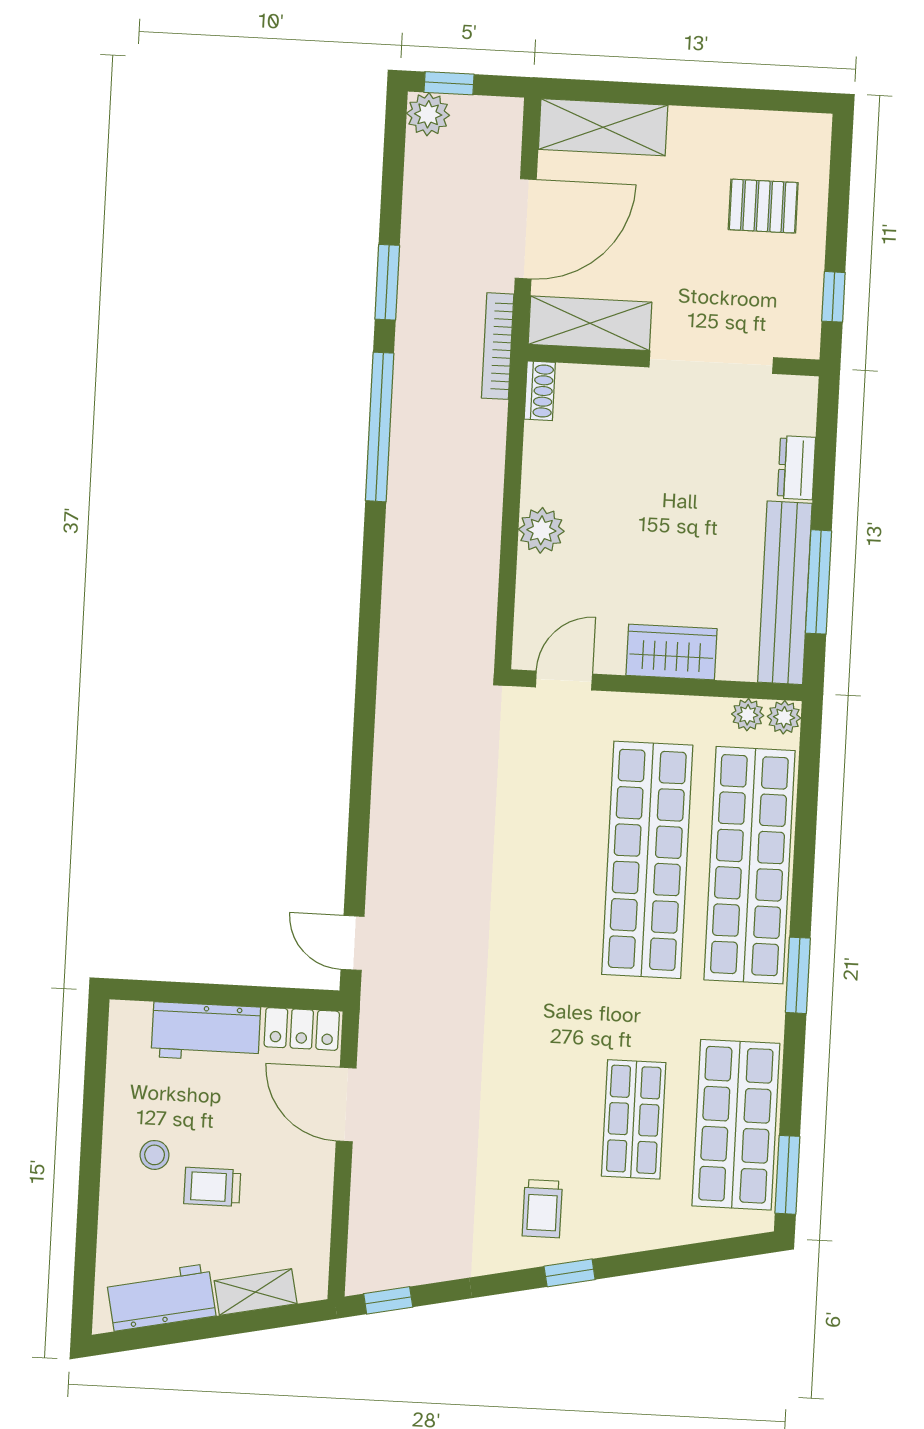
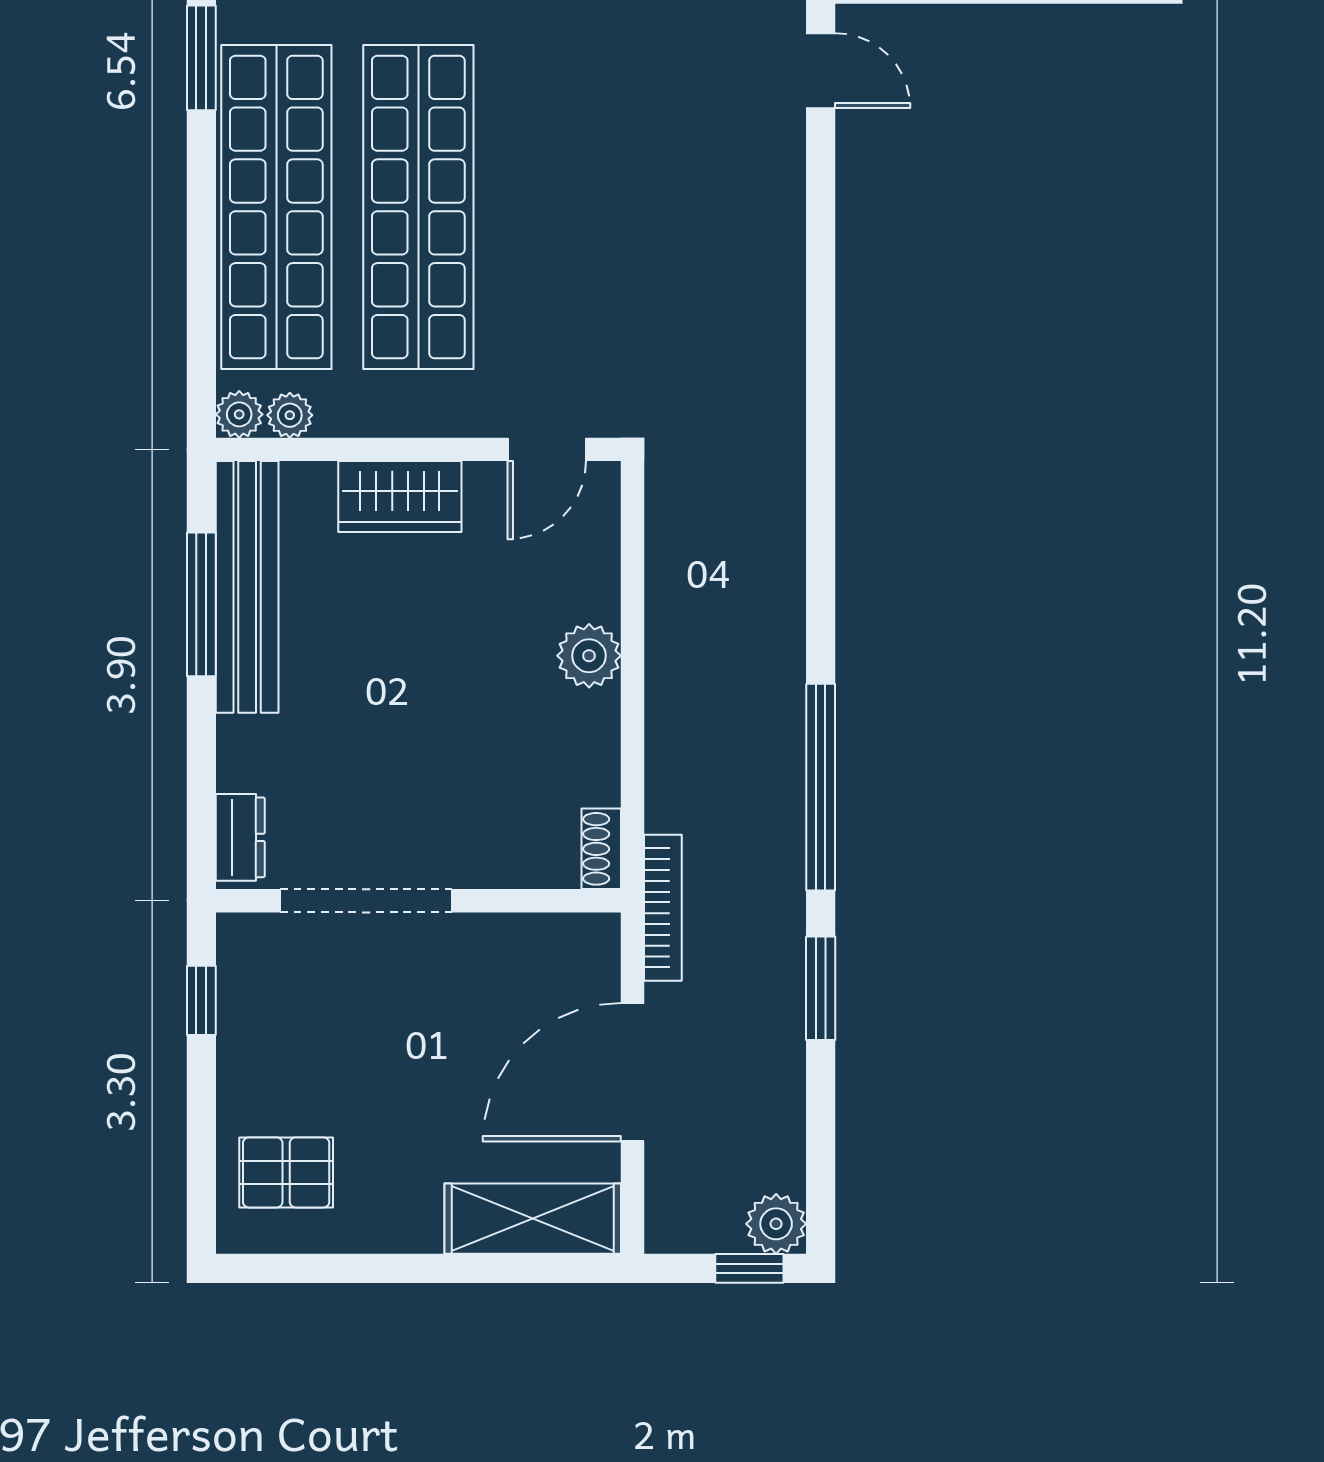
pallet: (763, 206) -> (286, 1172), moved
shelving: (590, 323) -> (537, 946), removed
dresser: (796, 468) -> (240, 837), moved

